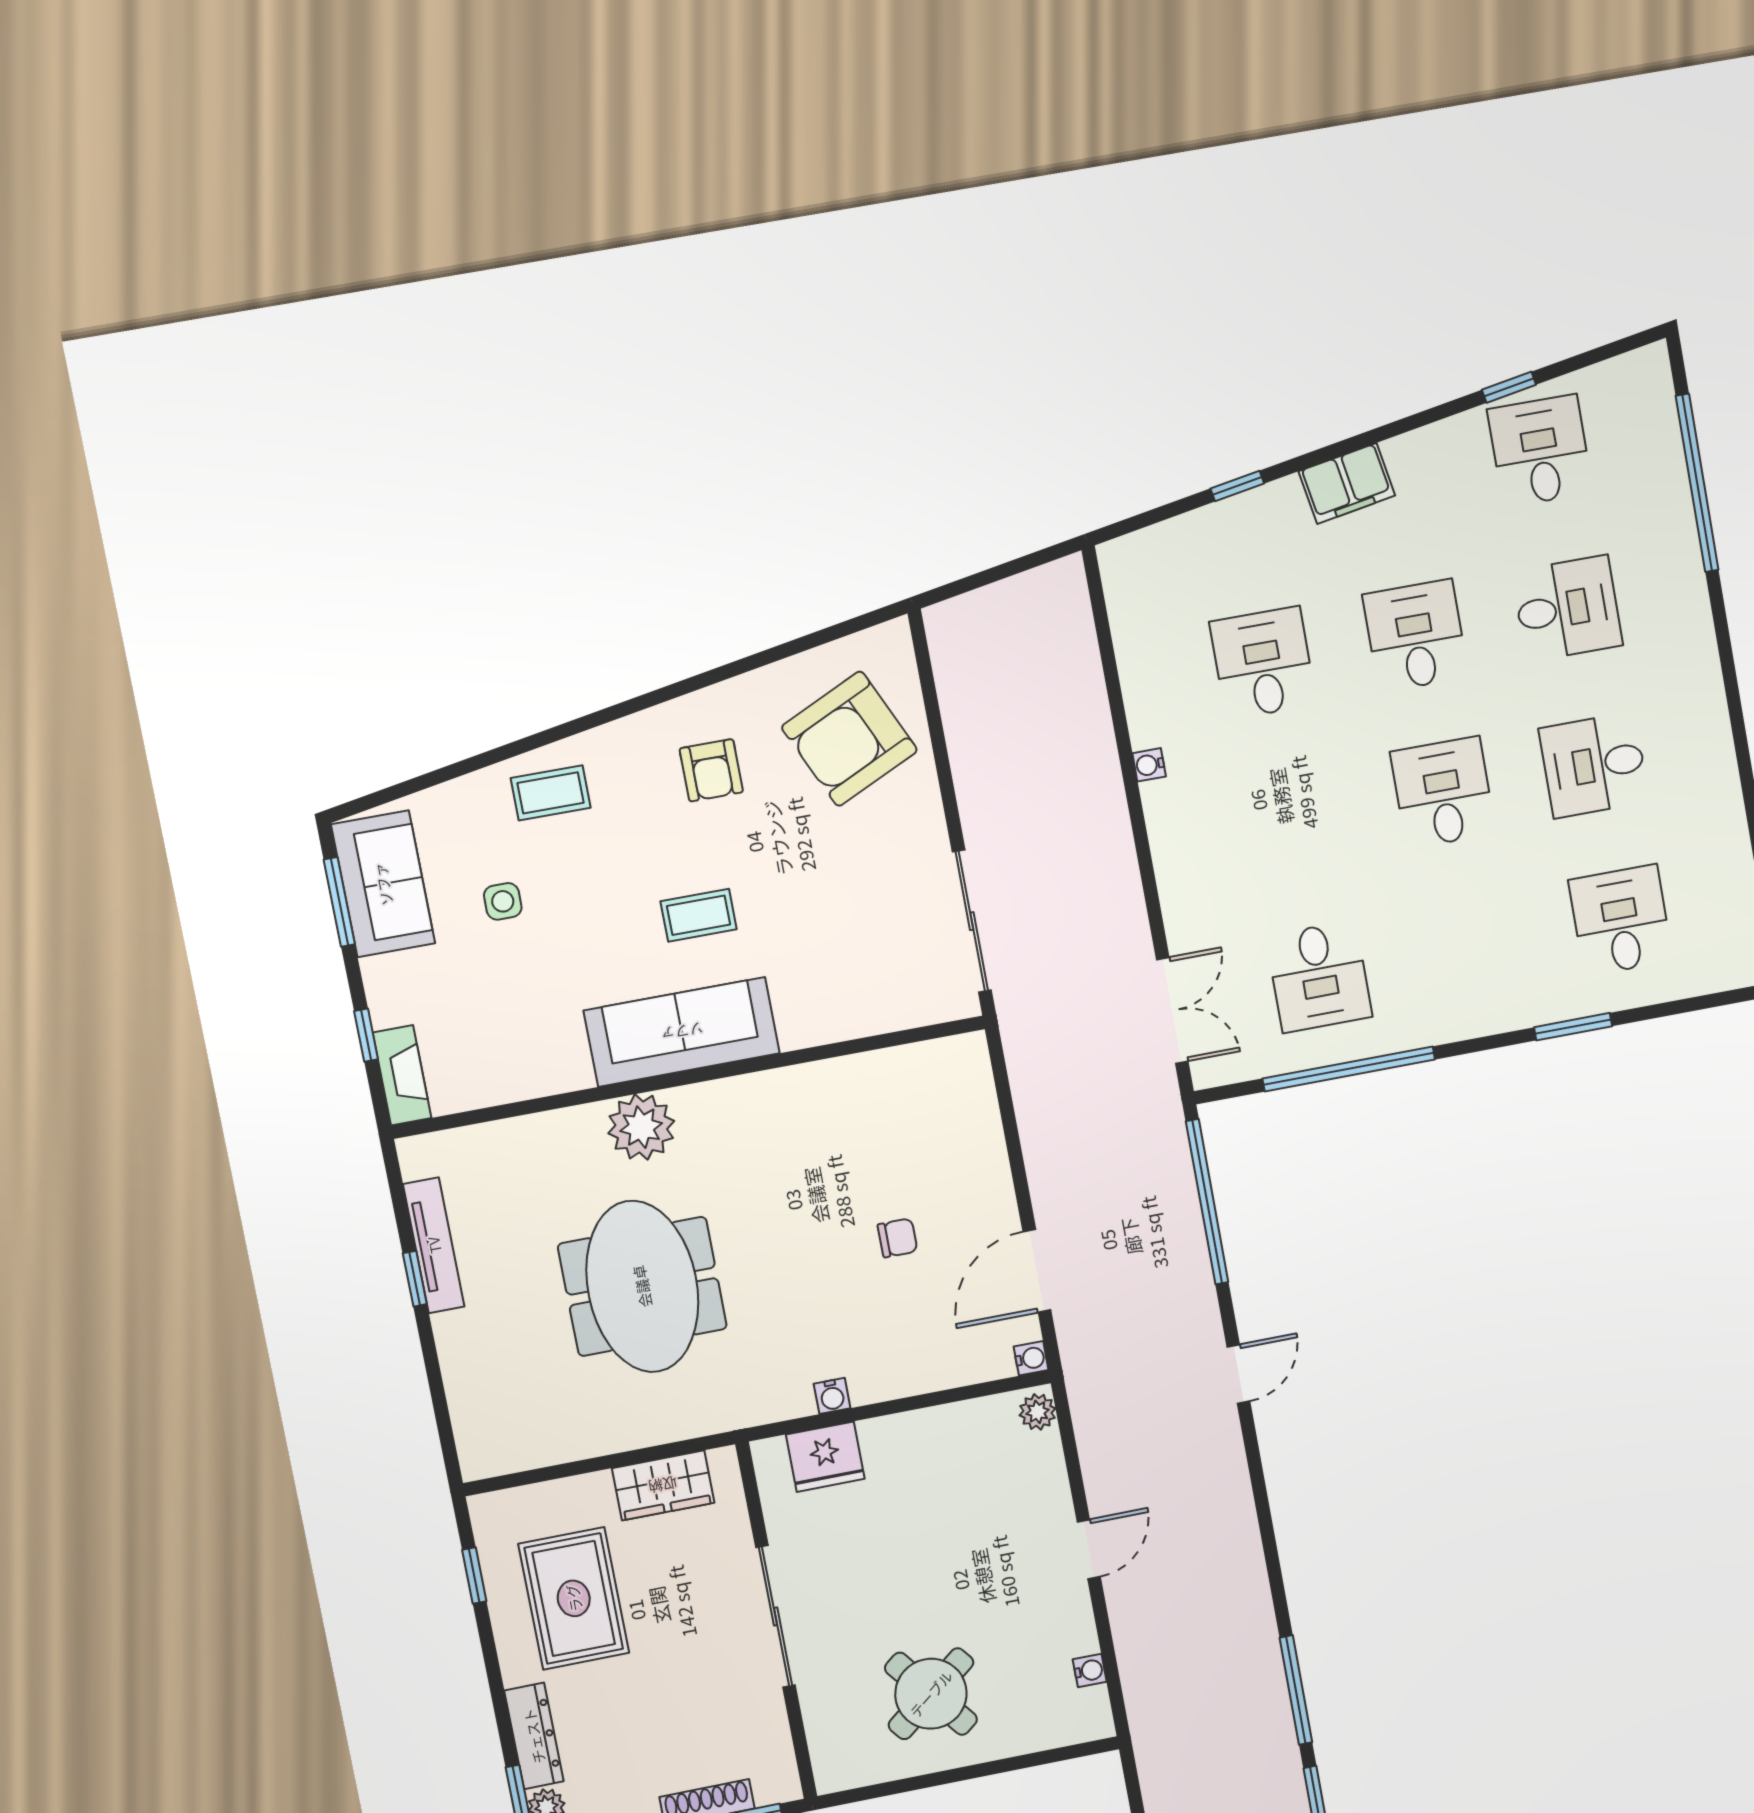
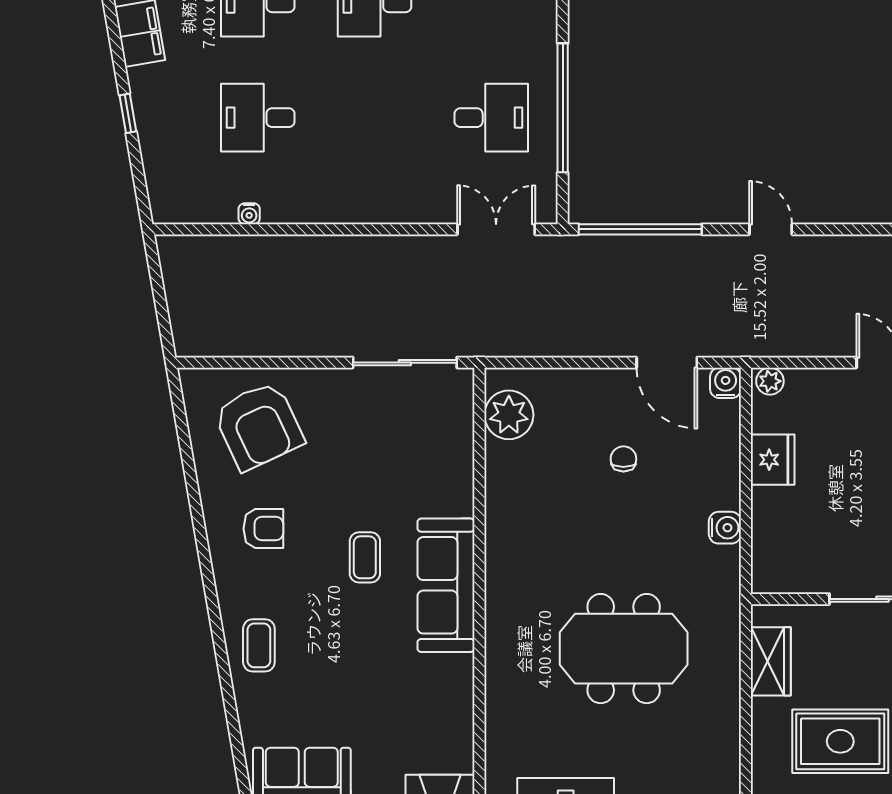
water cooler: (1149, 765) -> (249, 214), moved
side table: (503, 901) -> (330, 694), removed
plant: (641, 1127) -> (509, 415), moved
water cooler: (1031, 1358) -> (726, 383), width x1.38, depth x1.38
water cooler: (832, 1396) -> (725, 528), width x1.38, depth x1.38
fridge: (825, 1457) -> (773, 460), moved

